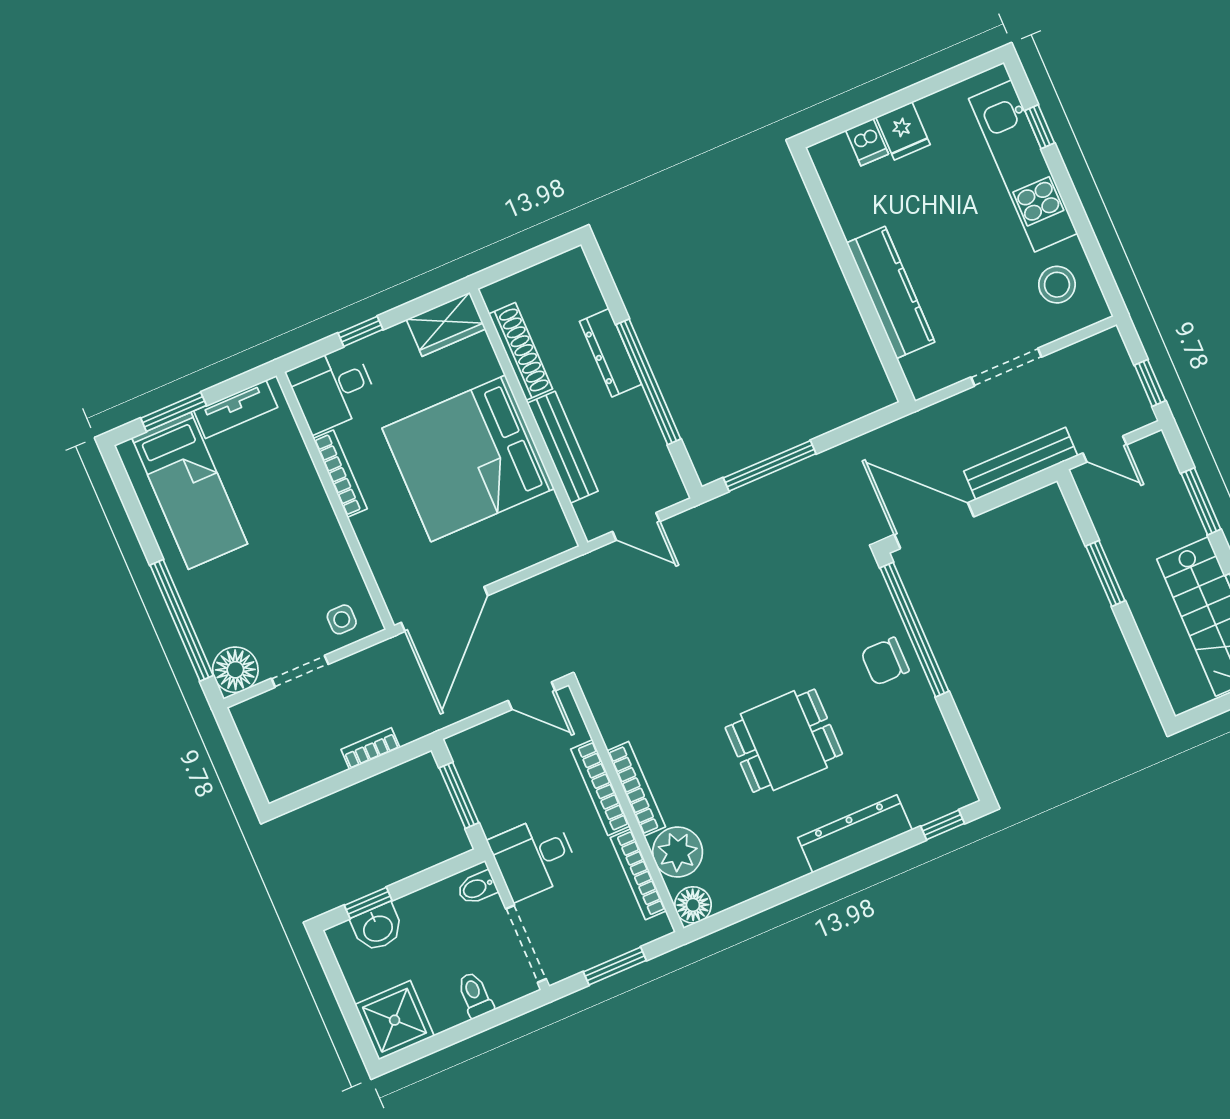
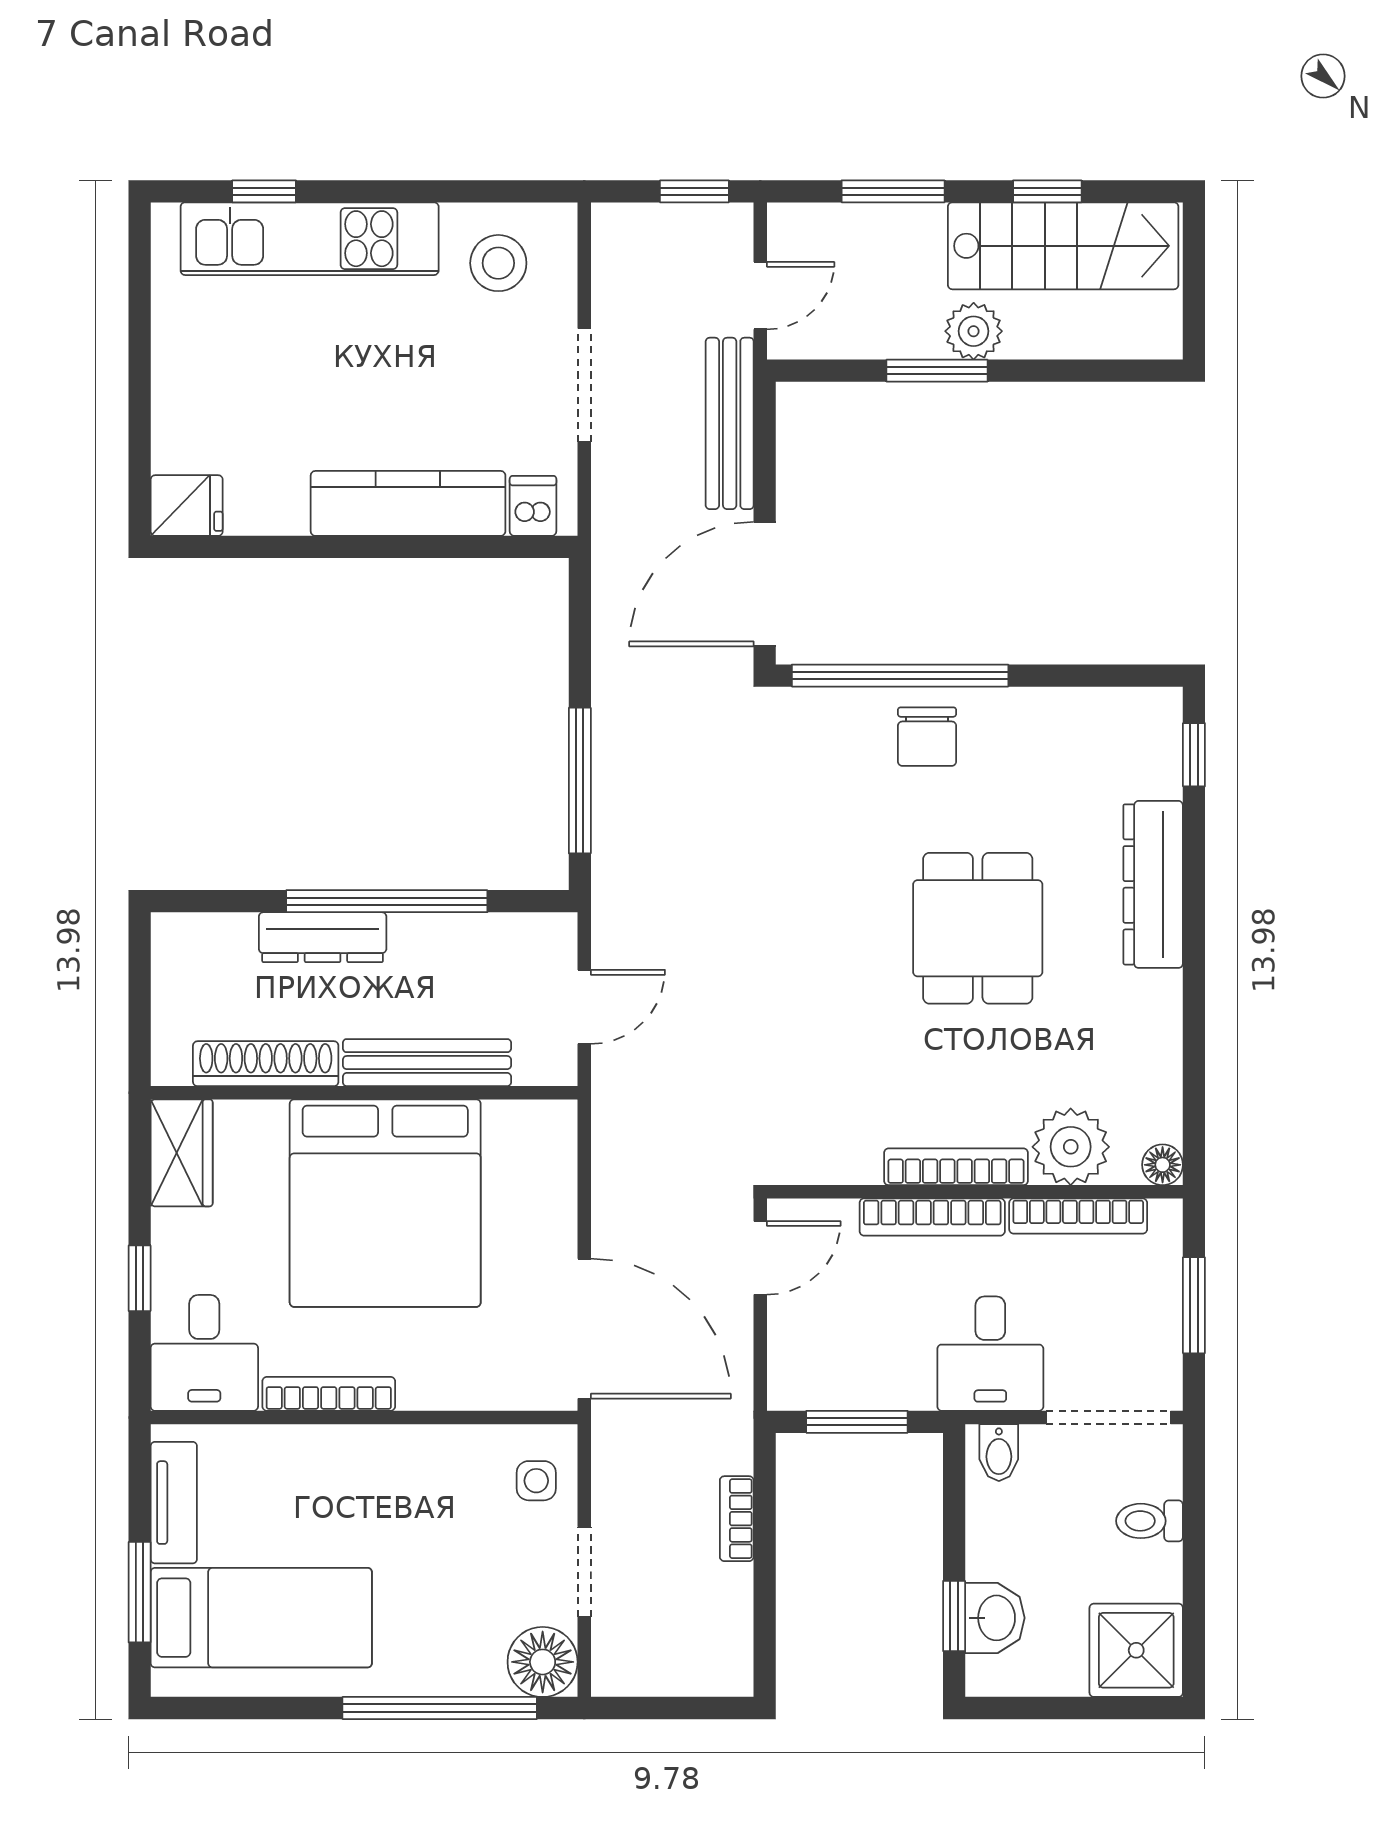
fridge: (903, 131) -> (187, 506), moved
dishwasher: (867, 142) -> (533, 506), moved, turned -90
plant: (1138, 585) -> (974, 331), added
floor lamp: (693, 905) -> (1163, 1165), width x0.73, depth x0.73

